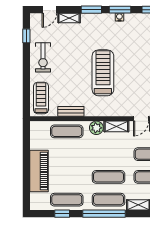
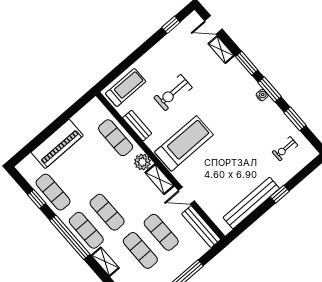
exercise bike: (43, 57) -> (173, 93), moved
treadmill: (103, 73) -> (184, 143), moved

